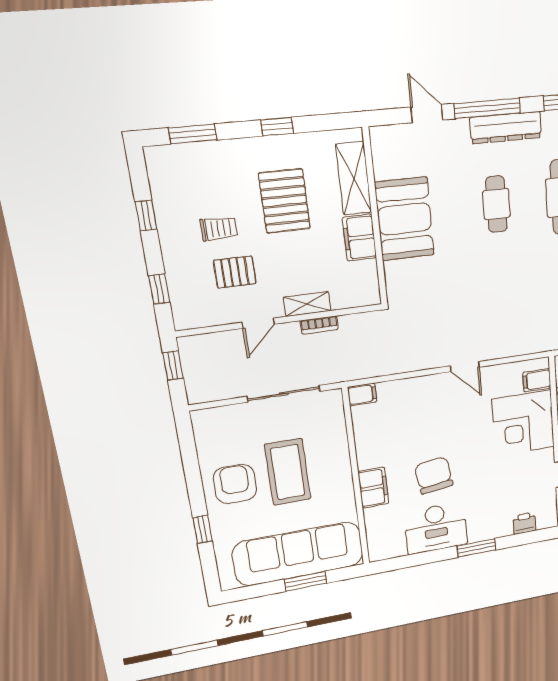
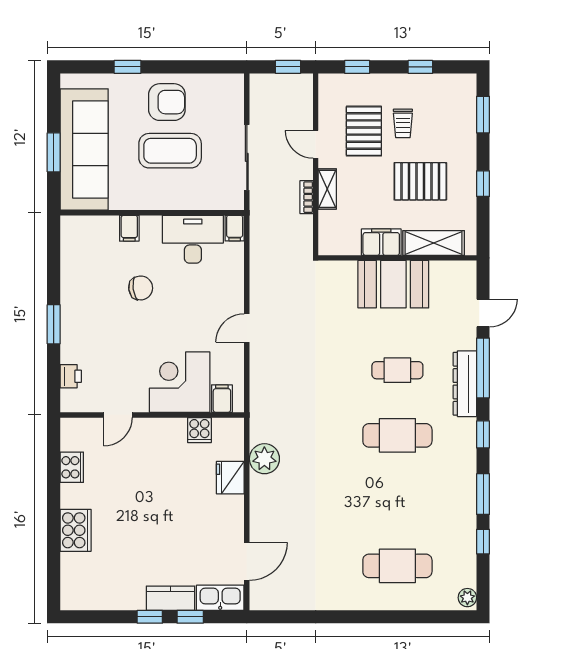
pallet: (235, 272) -> (364, 131), width x1.50, depth x1.42
chair: (434, 475) -> (141, 288), width x0.73, depth x0.73
filing cabinet: (373, 488) -> (129, 228), width x0.50
desk: (436, 528) -> (193, 239), moved, turned 90

